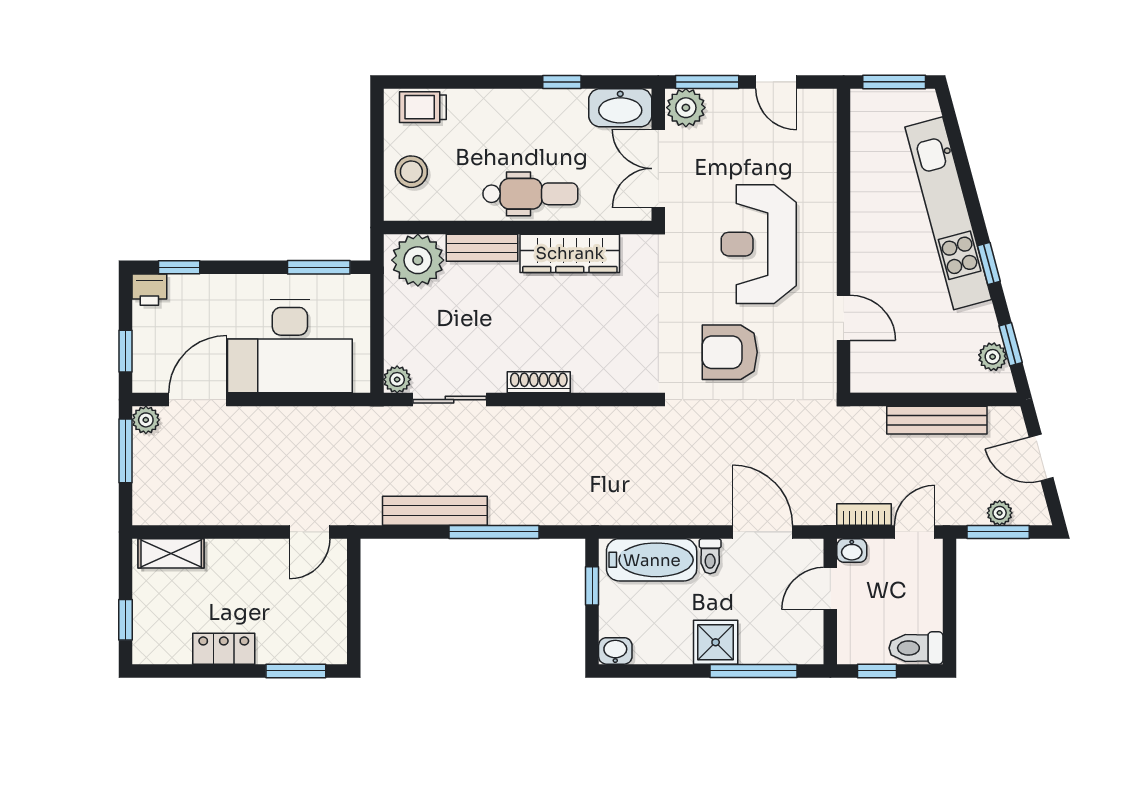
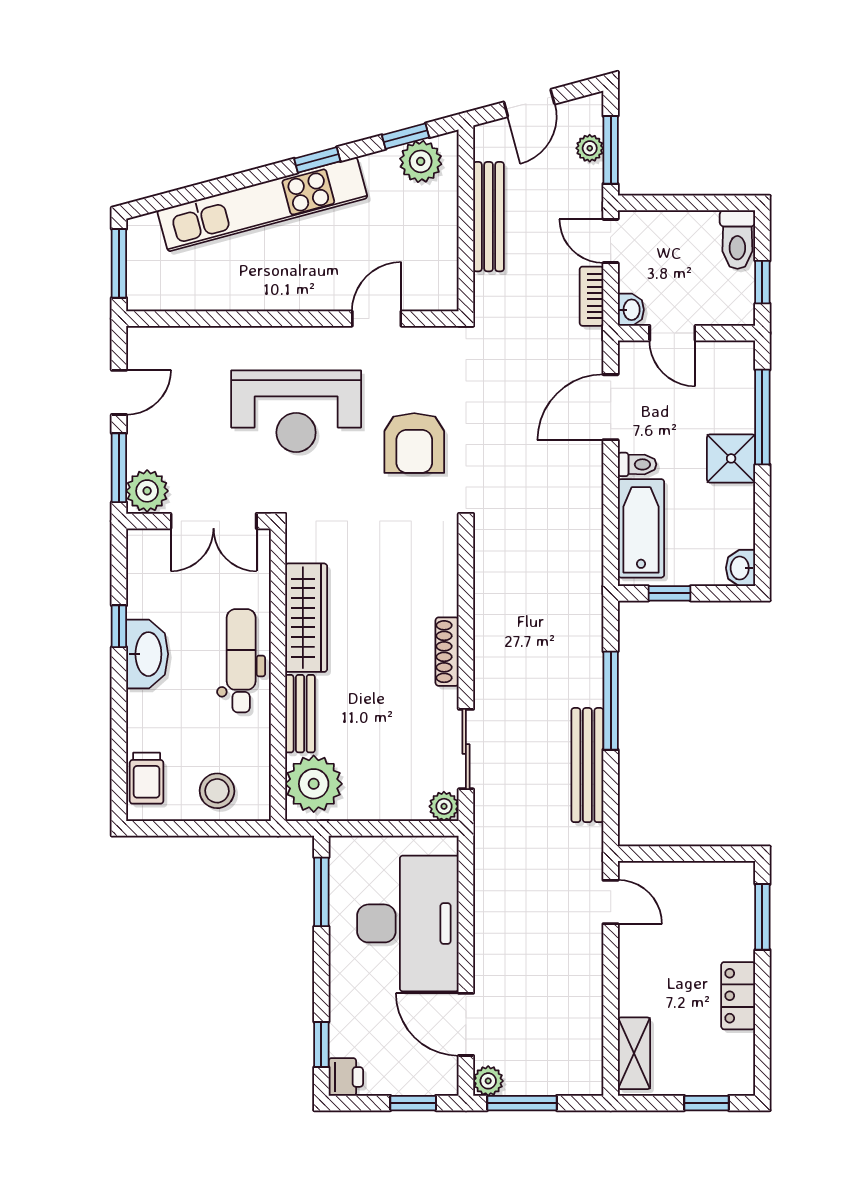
washbasin: (620, 108) -> (147, 654), moved
plant: (993, 357) -> (421, 161), width x1.38, depth x1.38

